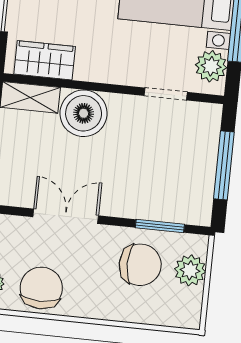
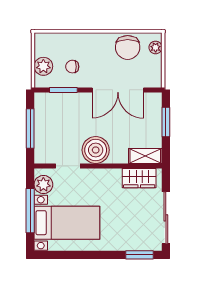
boiler: (84, 113) -> (96, 150), moved
double door: (66, 216) -> (118, 90), width x1.37
chair: (140, 265) -> (72, 67), width x0.54, depth x0.54

